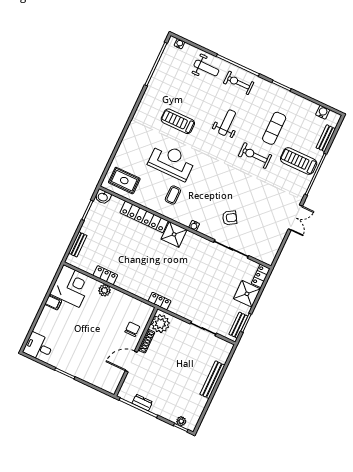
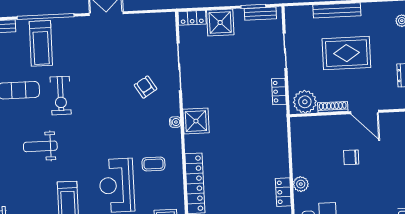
shower: (174, 234) -> (196, 121), moved
locker: (159, 301) -> (279, 92), moved
chair: (132, 329) -> (351, 157), moved
rug: (179, 371) -> (346, 53), added

